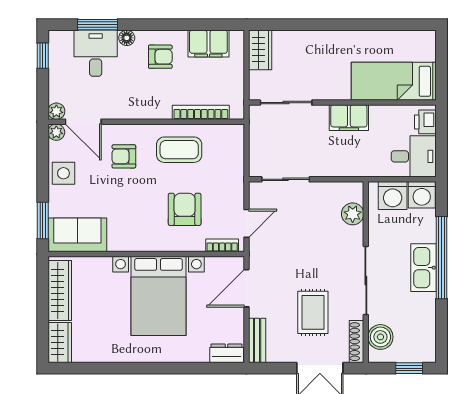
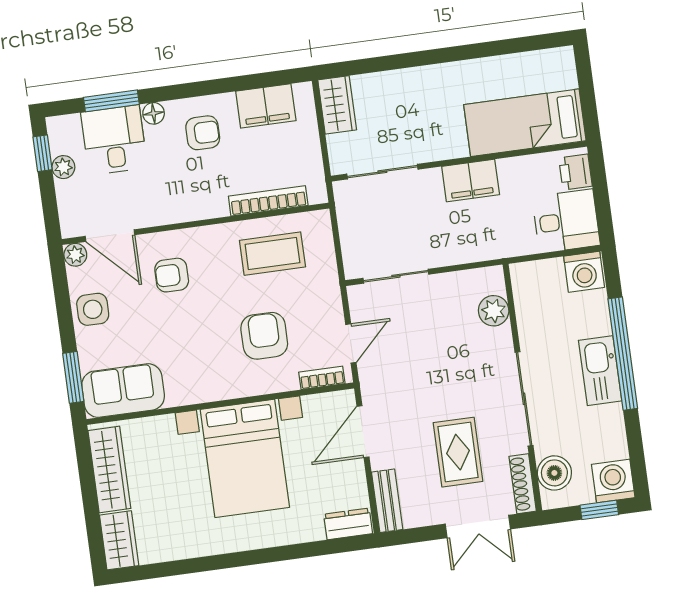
plant: (56, 111) -> (63, 167), moved
coffee table: (179, 150) -> (272, 254), moved
washing machine: (393, 196) -> (613, 481), moved, turned 180

